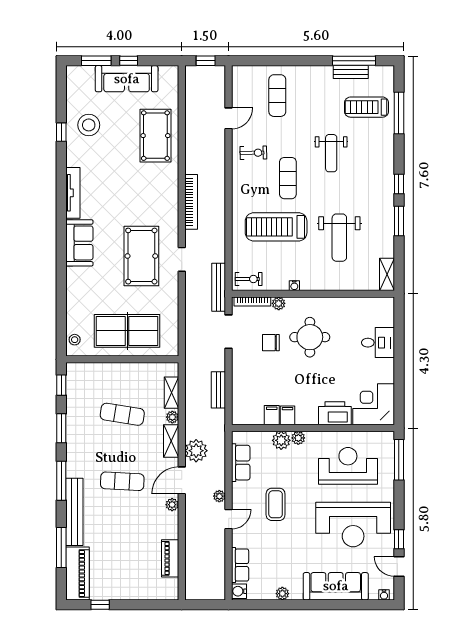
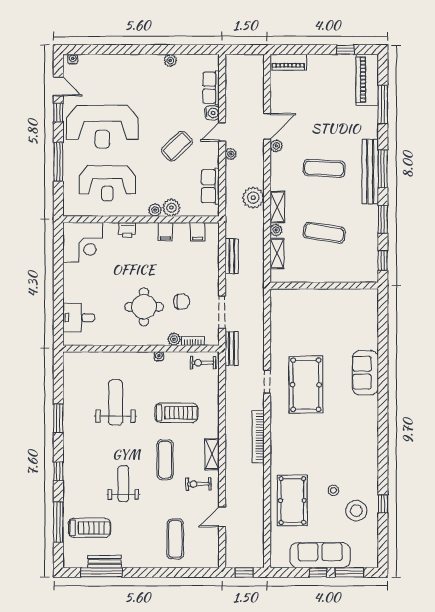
window: (399, 184) -> (58, 471), moved
tv unit: (73, 193) -> (372, 445), removed
treadmill: (276, 227) -> (176, 413), width x0.73, depth x0.73
sofa: (79, 243) -> (365, 373), moved
shelving: (387, 274) -> (212, 454), moved
bench: (219, 287) -> (232, 349), width x0.73
bookcase: (252, 301) -> (193, 341), width x0.64
table tennis table: (127, 331) -> (320, 313), removed
stool: (75, 340) -> (333, 490), moved
desk: (378, 343) -> (78, 318), moved
printer: (335, 413) -> (127, 230), width x0.53, depth x0.68
filing cabinet: (272, 415) -> (198, 232), moved
window: (399, 460) -> (58, 162), moved
door: (182, 480) -> (267, 126), moved
coffee table: (276, 504) -> (177, 146), turned 47
bench: (74, 512) -> (370, 172), moved
reception desk: (353, 525) -> (102, 127), turned 180
piano: (170, 558) -> (288, 62), moved, turned 90
sofa: (336, 586) -> (119, 67), removed
water cooler: (239, 591) -> (212, 113), moved

